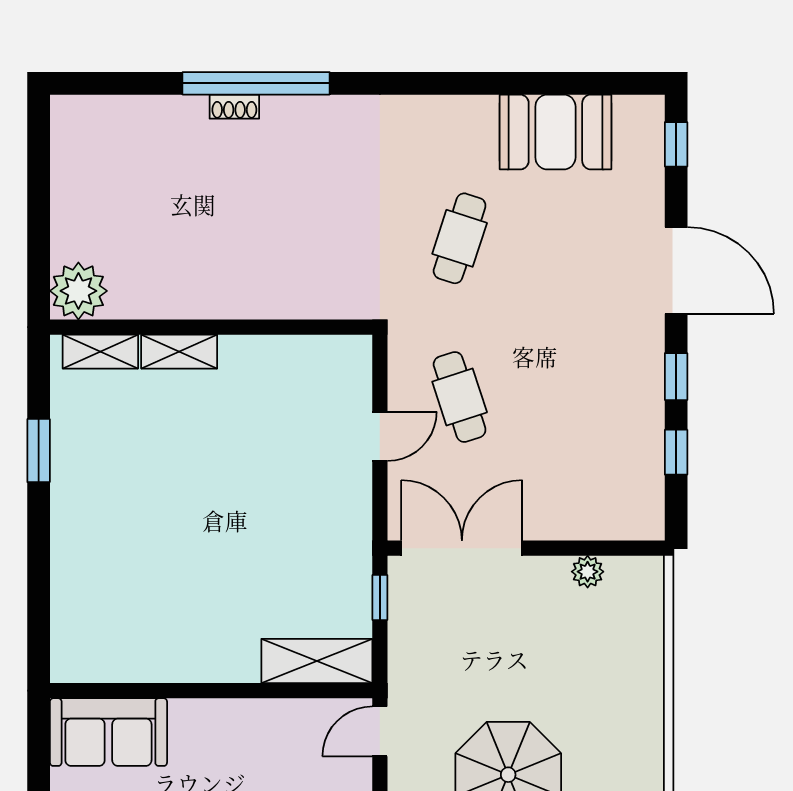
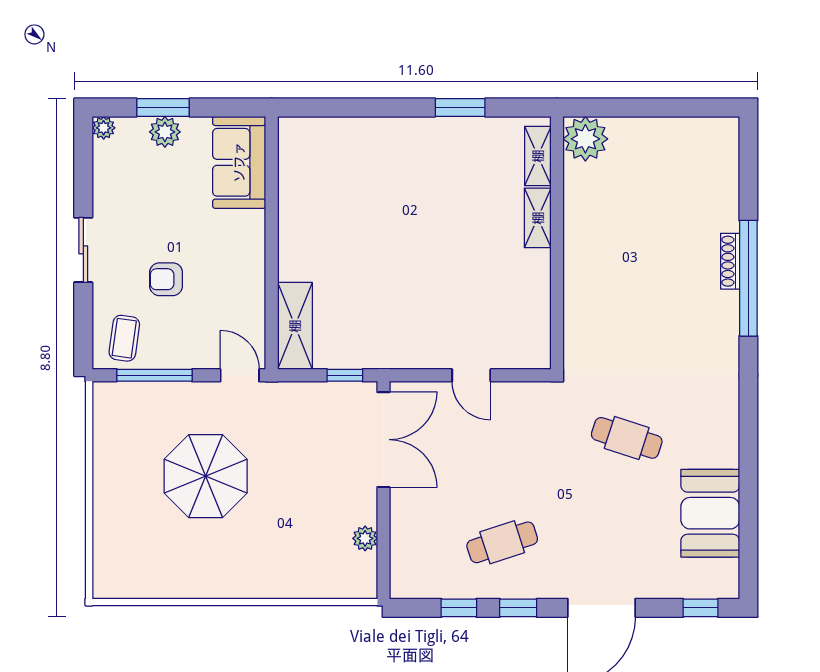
shoe rack: (234, 107) -> (730, 261), width x1.43
cafe table: (460, 397) -> (502, 542), moved

